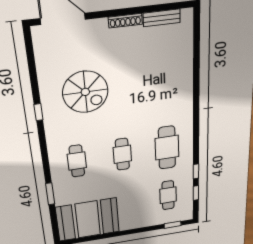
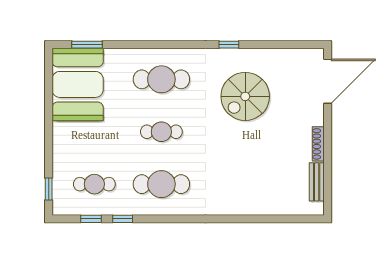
cafe table: (77, 161) -> (161, 79), width x1.37, depth x1.35
window: (50, 194) -> (87, 45), moved

